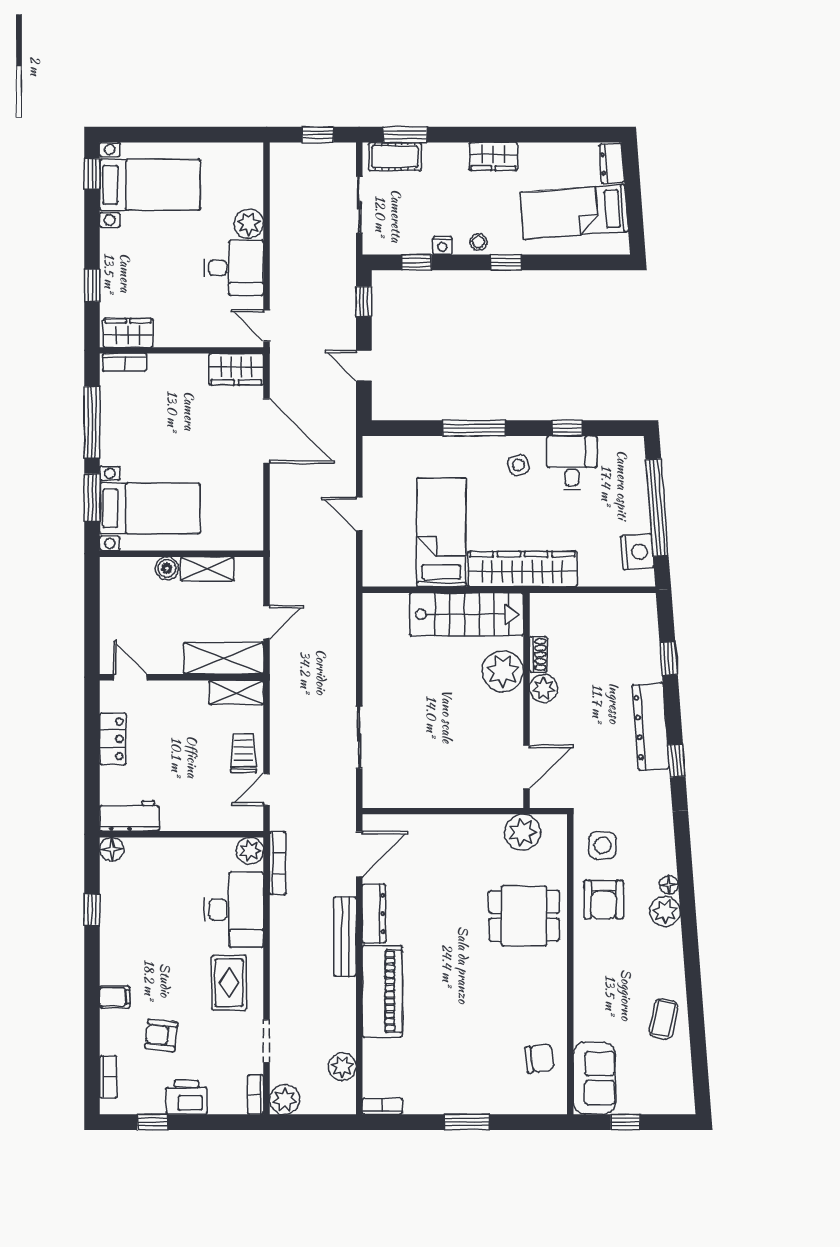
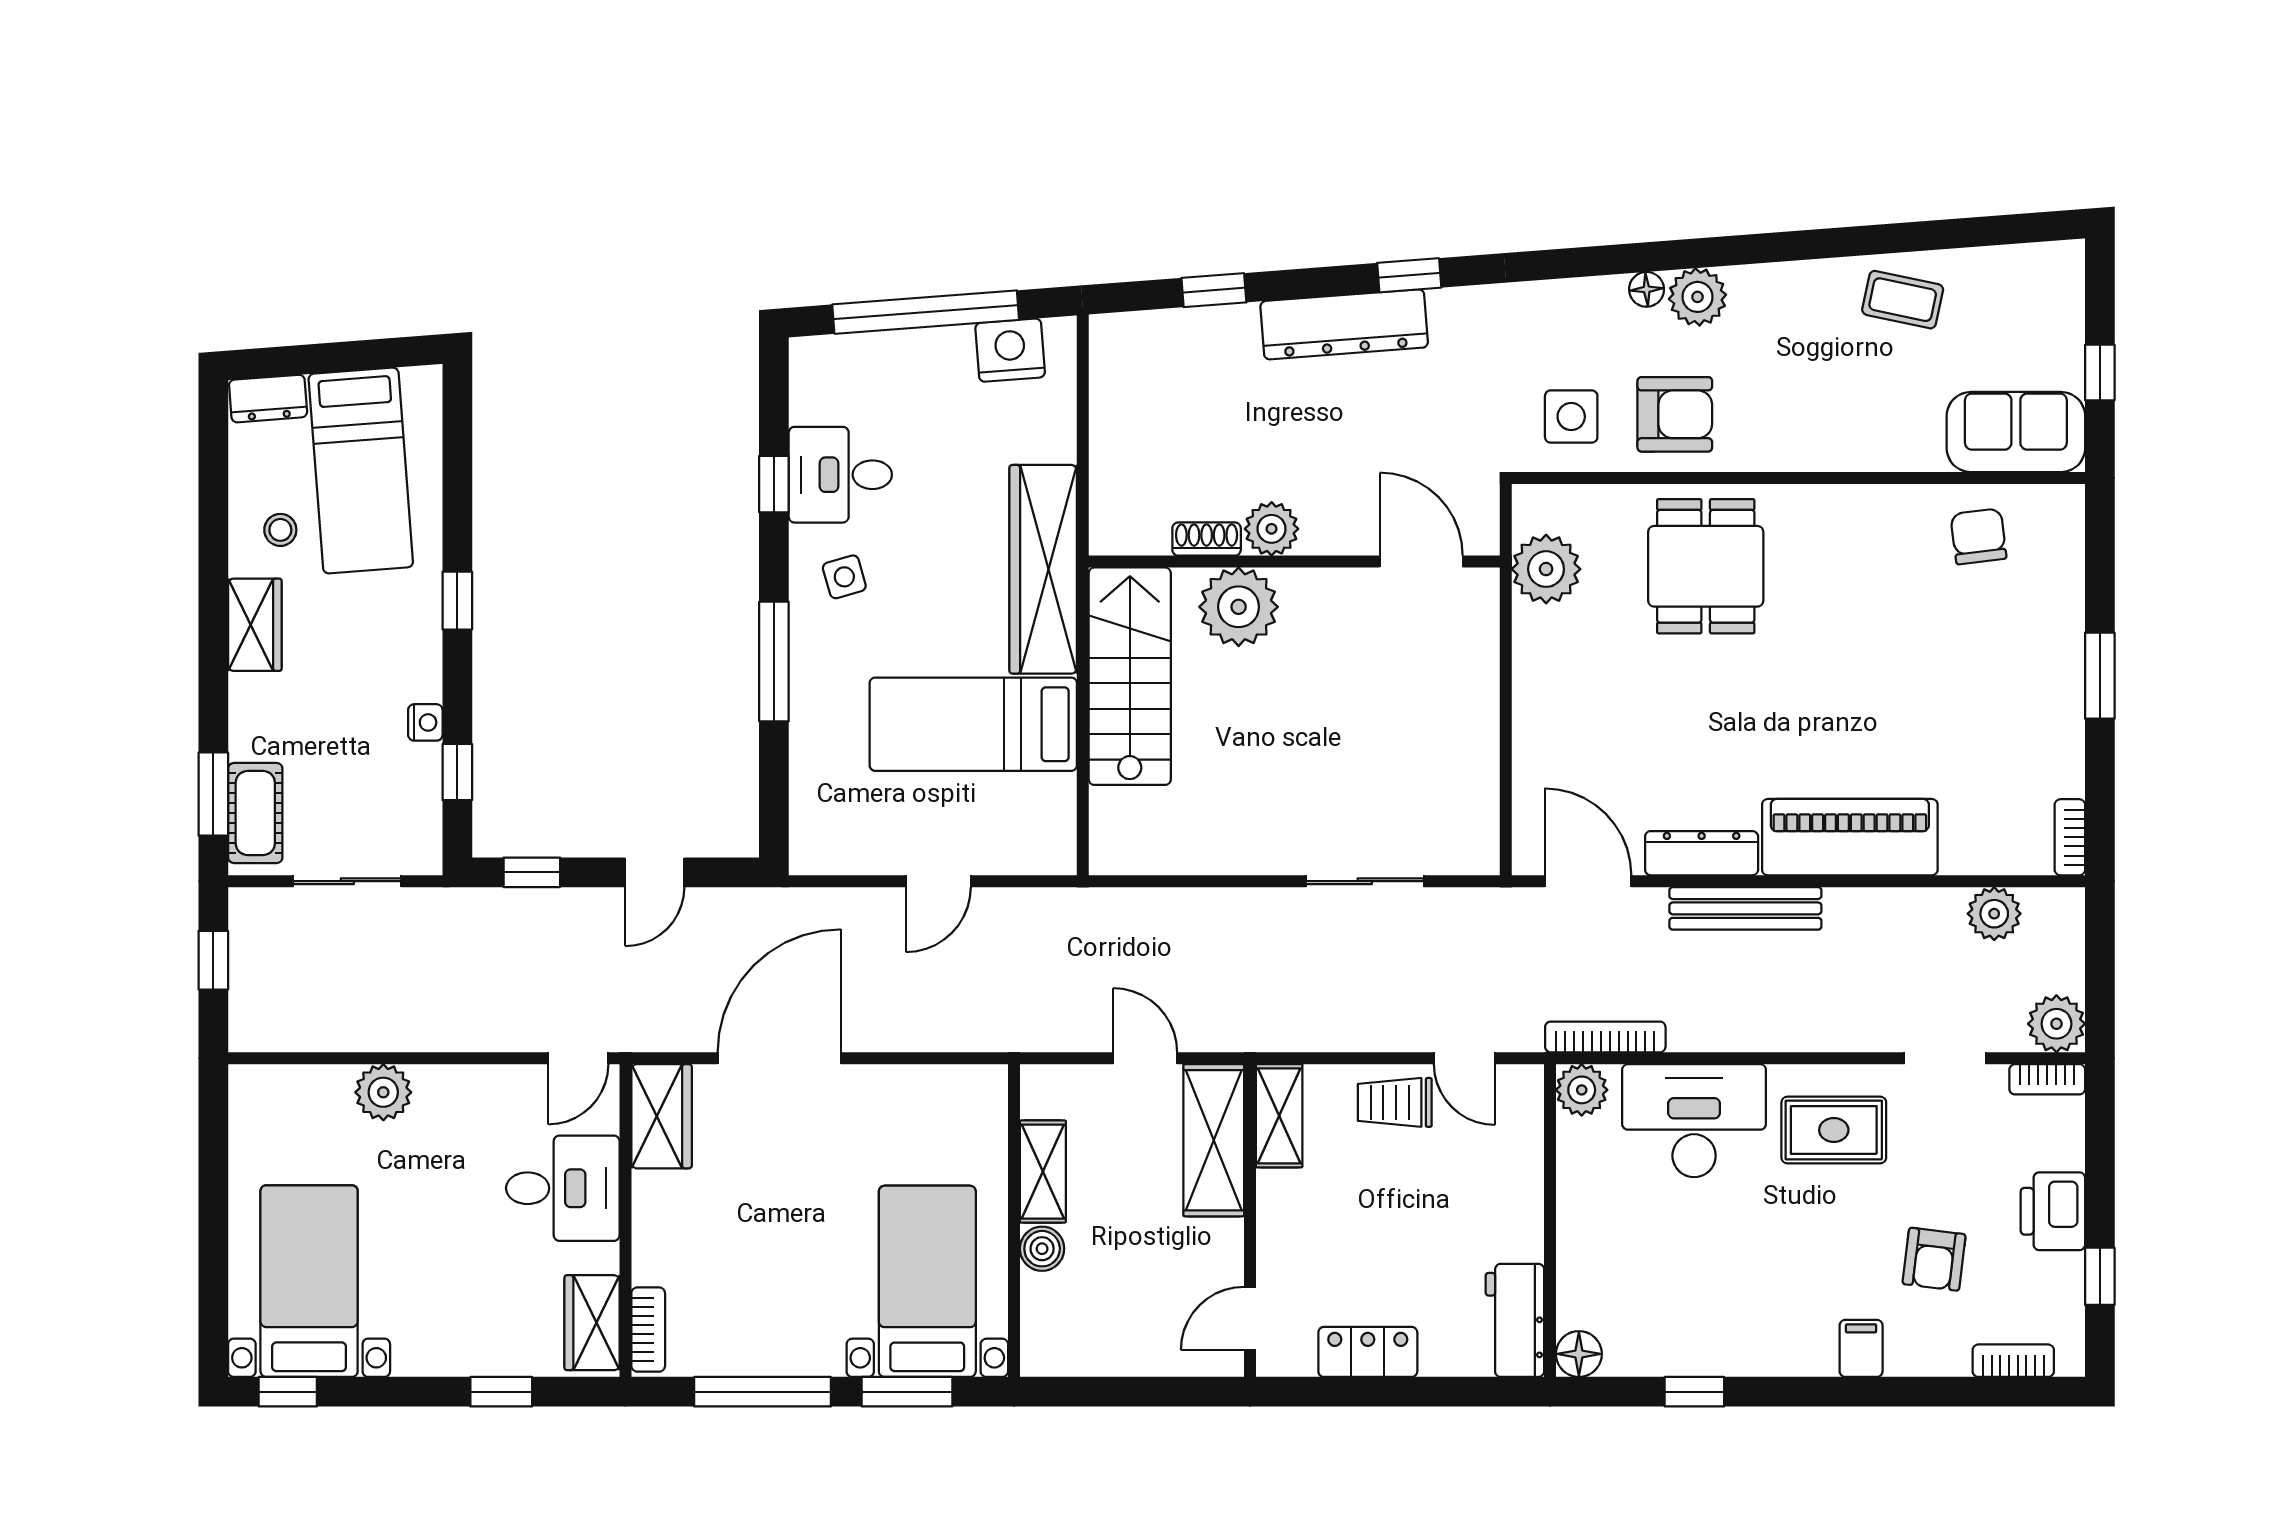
stool: (478, 242) -> (280, 530), moved
desk: (234, 268) -> (563, 1188), moved, turned 90

